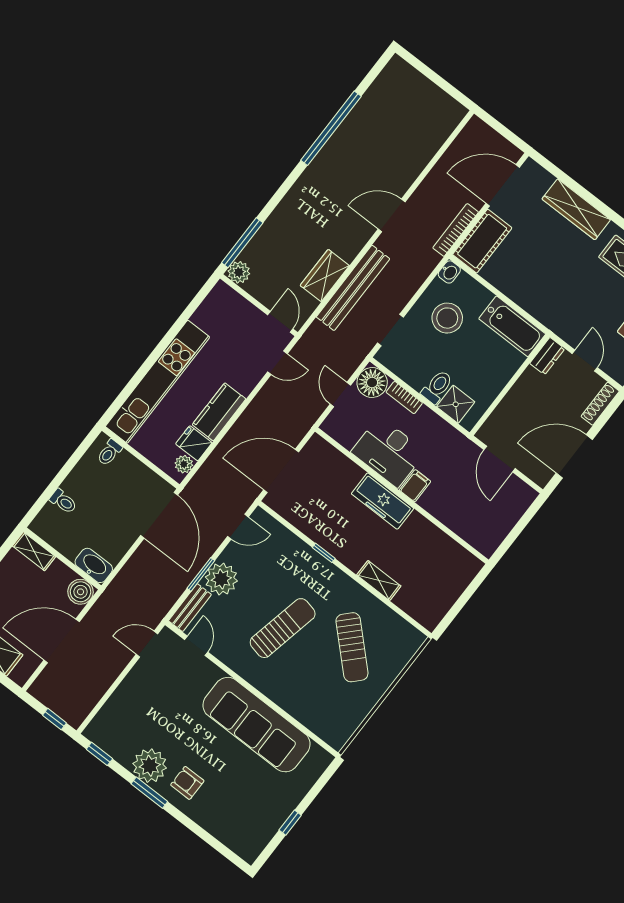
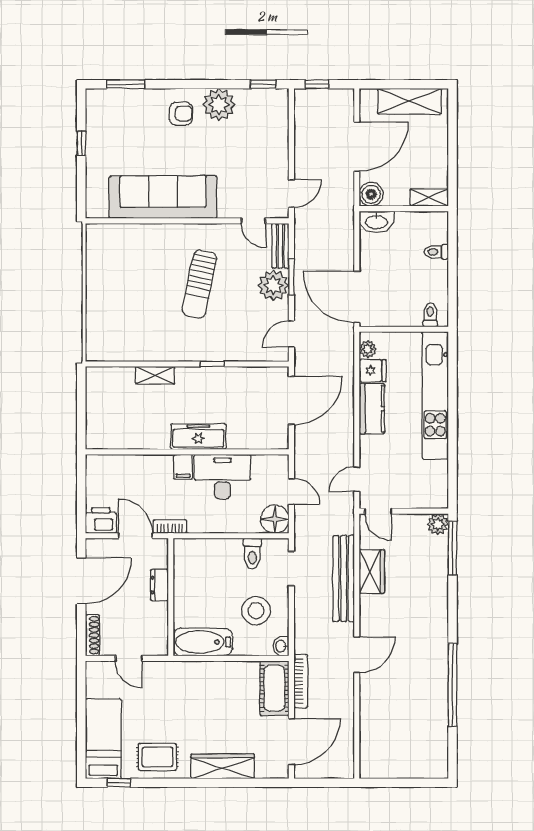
dresser: (547, 356) -> (159, 585), moved
toilet: (437, 387) -> (252, 553), moved
bookcase: (404, 398) -> (170, 527), moved
shower: (456, 404) -> (200, 551), removed
printer: (519, 494) -> (101, 520), added
sun lounger: (352, 647) -> (137, 310), removed
window: (149, 793) -> (126, 84), moved

